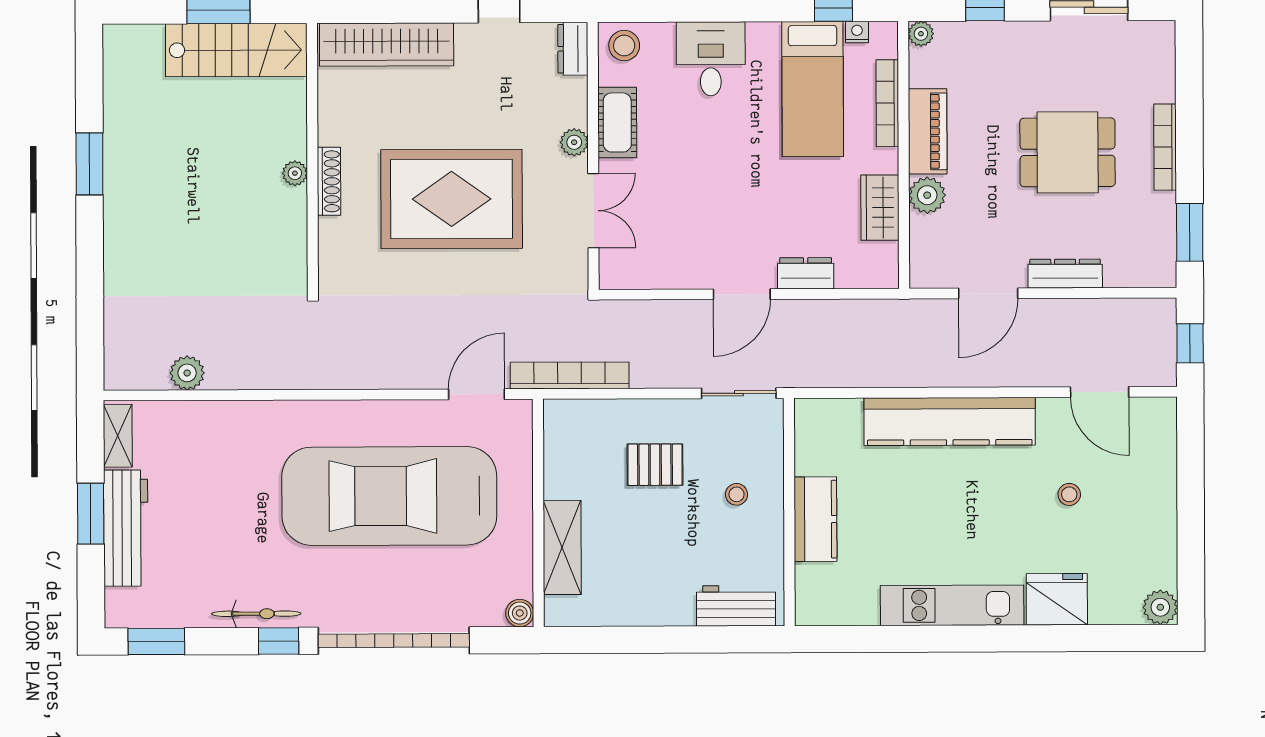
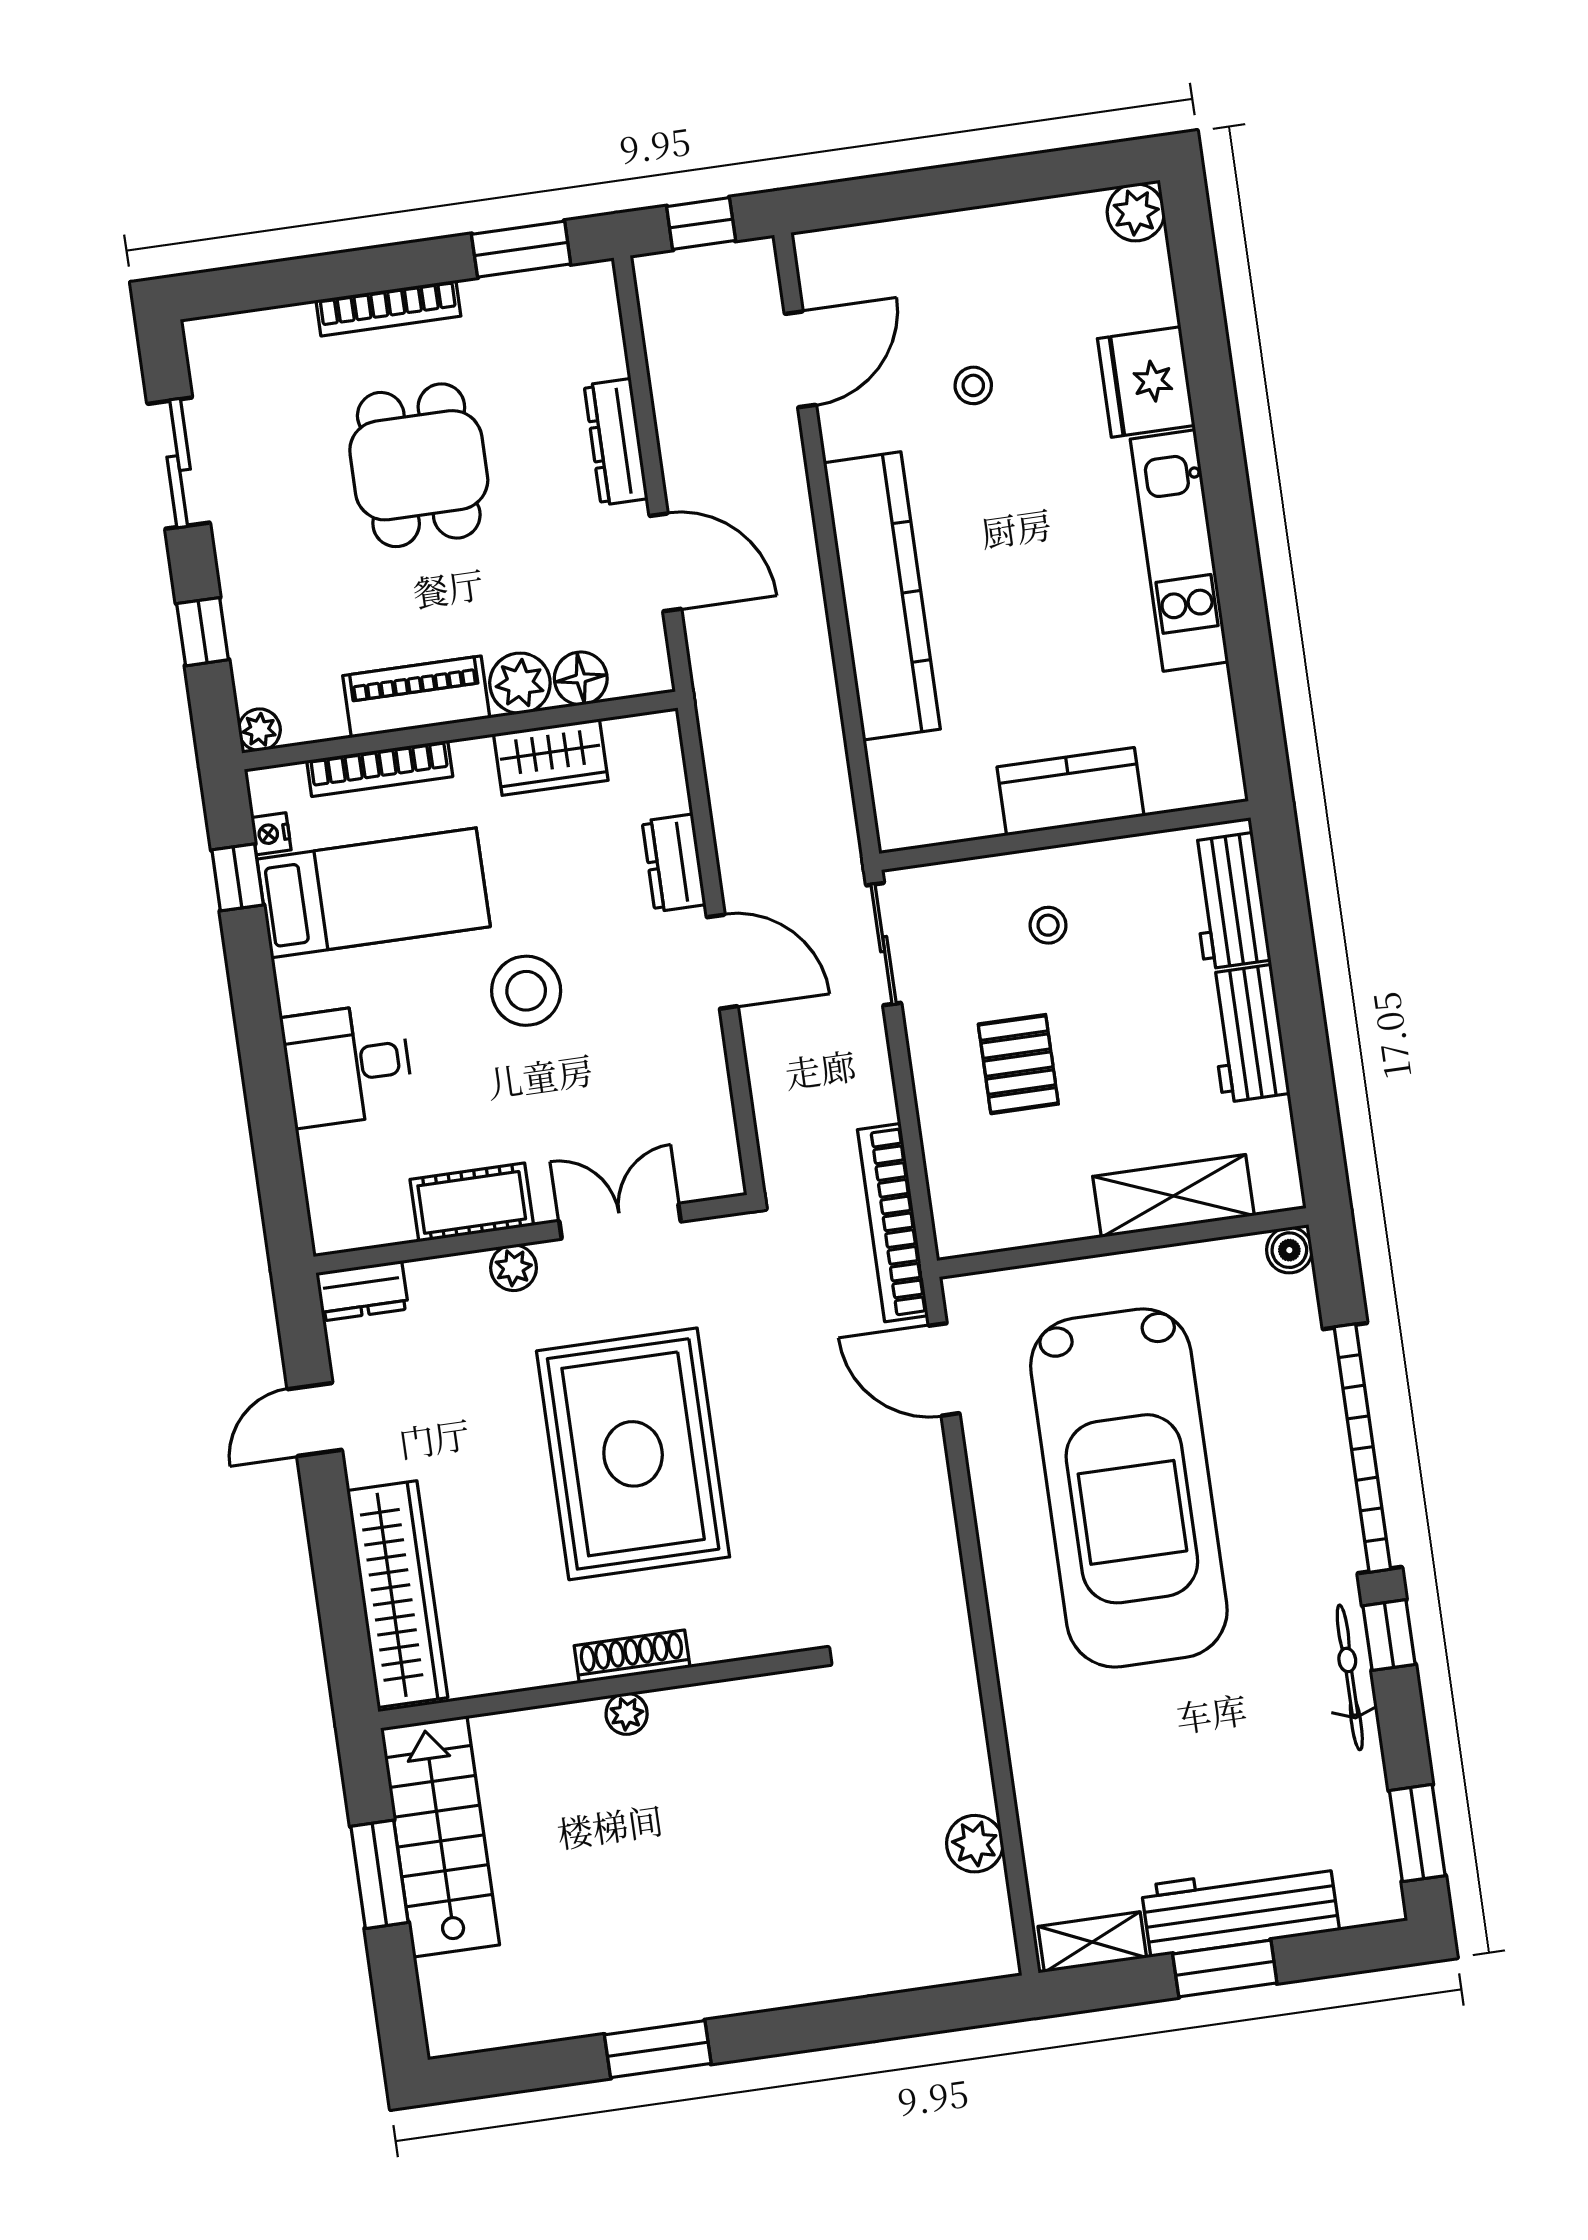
stool: (624, 46) -> (526, 991), moved, width x1.38, depth x1.38
floor lamp: (925, 232) -> (581, 678), added
workbench: (654, 606) -> (1248, 1034), added

